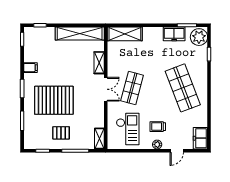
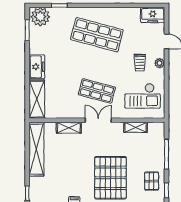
freezer: (174, 34) -> (37, 67), moved
shop shelf: (183, 88) -> (97, 35), turned 36
checkout: (128, 129) -> (142, 96), turned 180
pallet: (61, 133) -> (152, 181), moved
shelving: (99, 139) -> (136, 127), moved

